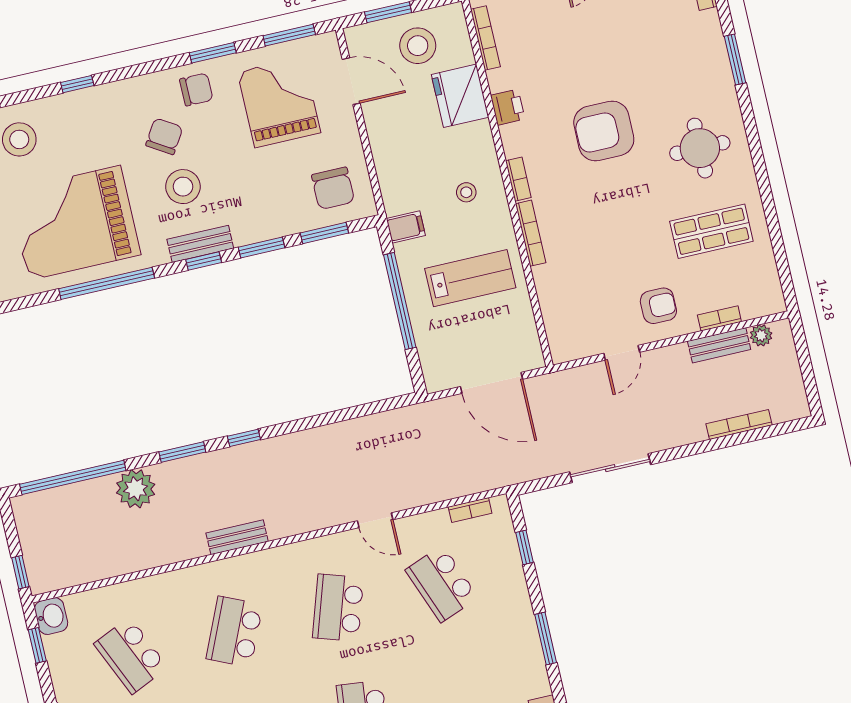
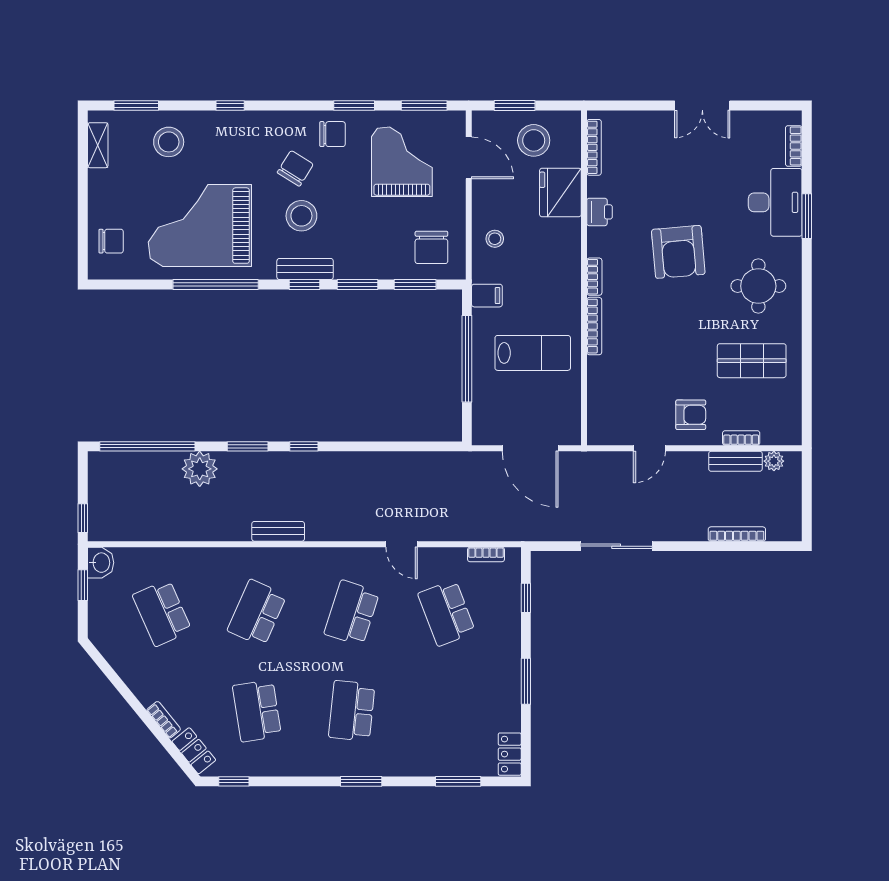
desk: (697, 52) -> (775, 202), added
armchair: (604, 131) -> (678, 252), turned -95
stool: (466, 192) -> (495, 239), moved

